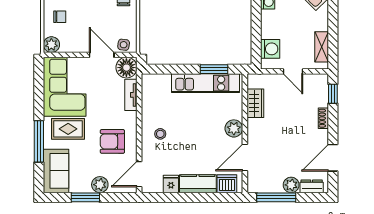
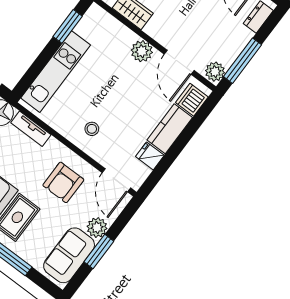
kitchen unit: (206, 83) -> (56, 72), moved
sofa: (56, 171) -> (69, 255), moved, turned -90
plant: (291, 185) -> (215, 72), moved

